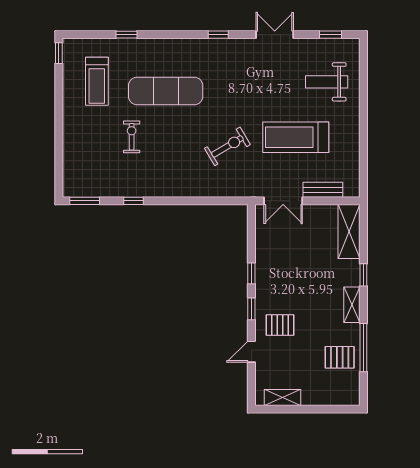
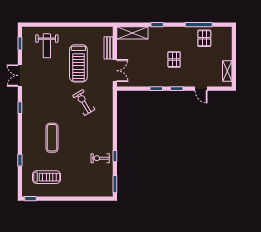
exercise mat: (166, 91) -> (52, 138), width x0.73, depth x0.69
exercise bike: (132, 137) -> (100, 158), moved
shelving: (352, 305) -> (174, 31), removed
pallet: (280, 325) -> (174, 59), moved

